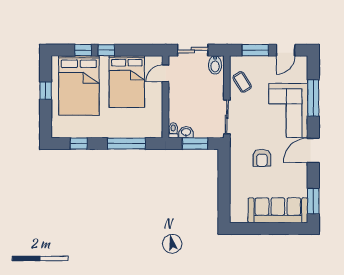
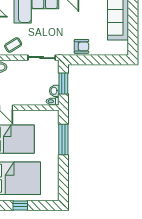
window: (79, 144) -> (63, 178), removed
armchair: (262, 158) -> (82, 46), moved

